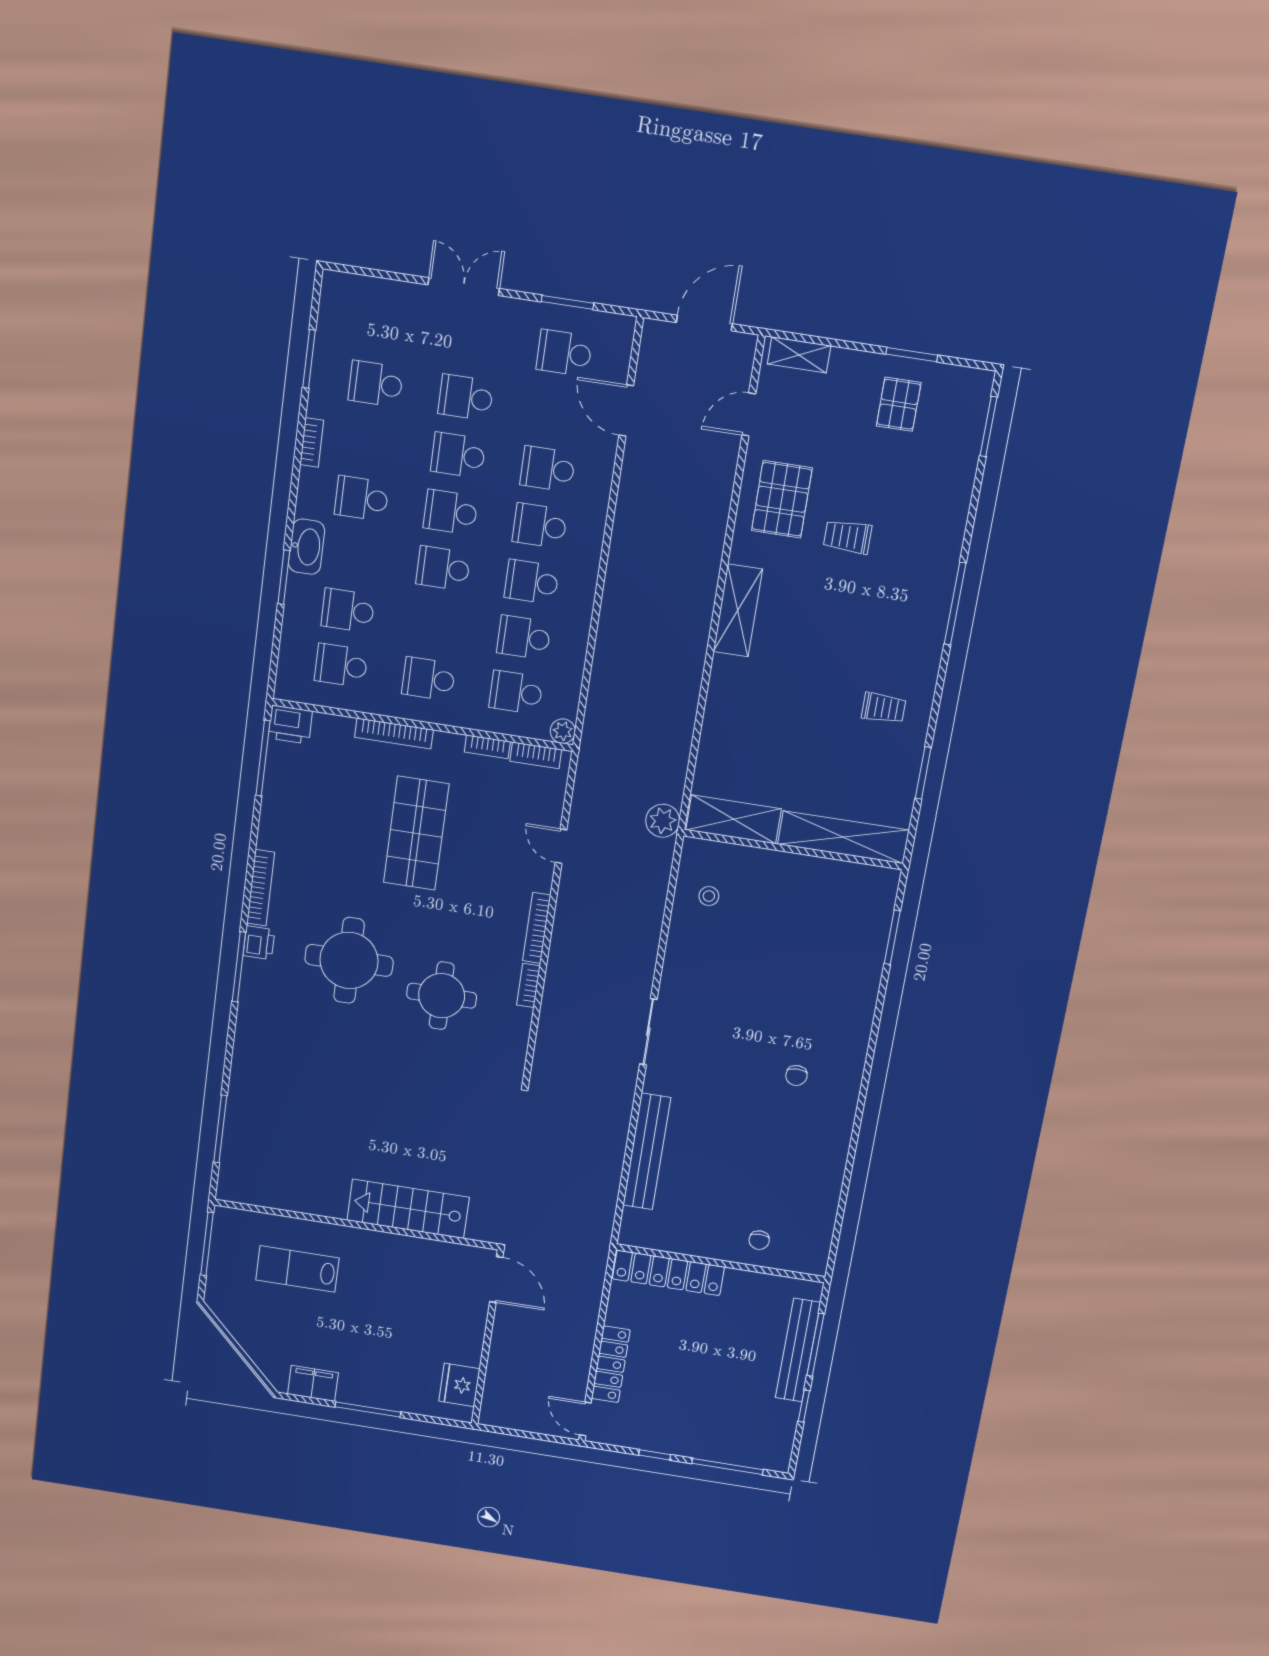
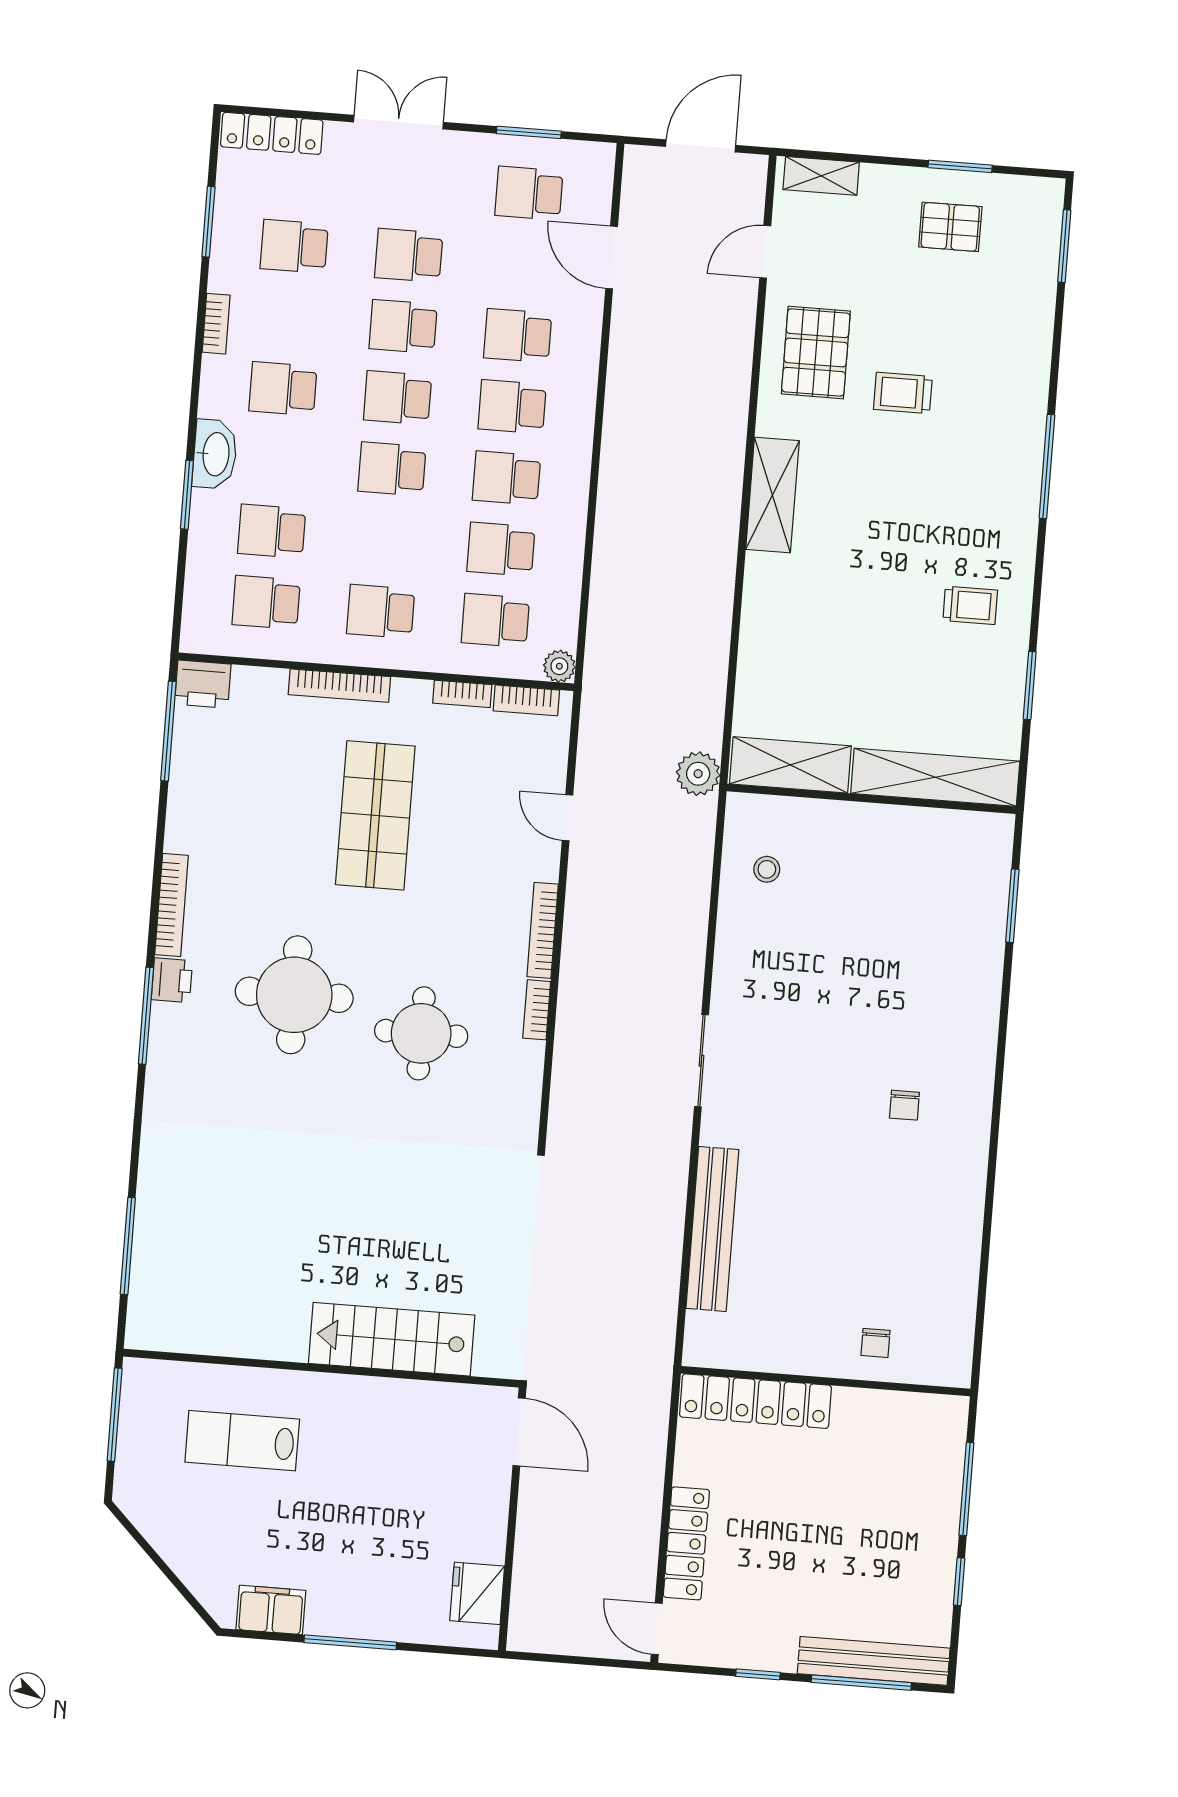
locker: (362, 289) -> (272, 133), added
pallet: (899, 404) -> (950, 227), turned 90
bench: (798, 1350) -> (874, 1661), moved, turned 90

